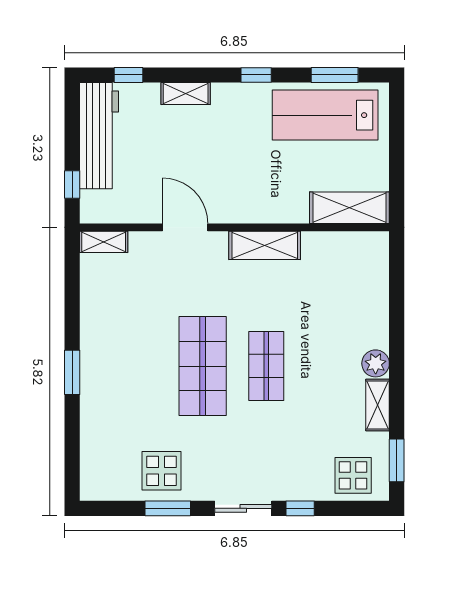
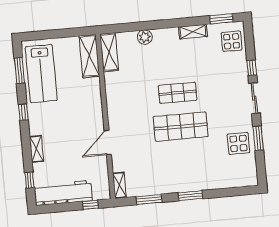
shelving: (265, 245) -> (109, 52), moved
window: (72, 295) -> (149, 199), added
plant: (376, 363) -> (145, 37), moved

